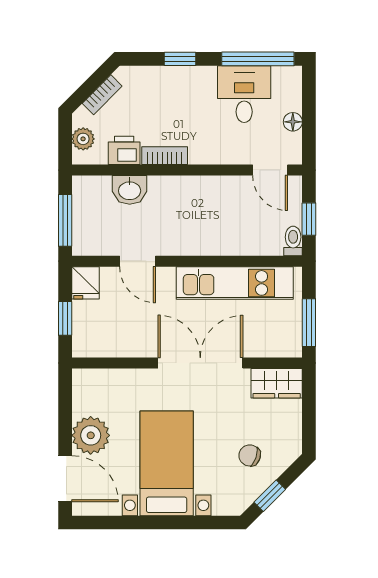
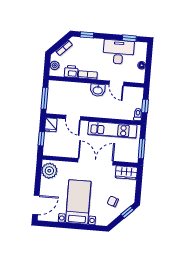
window: (180, 59) -> (87, 35), moved
window: (258, 59) -> (129, 38), width x0.46
desk: (244, 94) -> (118, 52), width x1.37
door: (270, 170) -> (116, 83), moved
washbasin: (130, 190) -> (98, 90), moved
plant: (91, 435) -> (49, 171), moved
door: (65, 479) -> (36, 205), hinge flipped
window: (270, 496) -> (127, 212), moved

